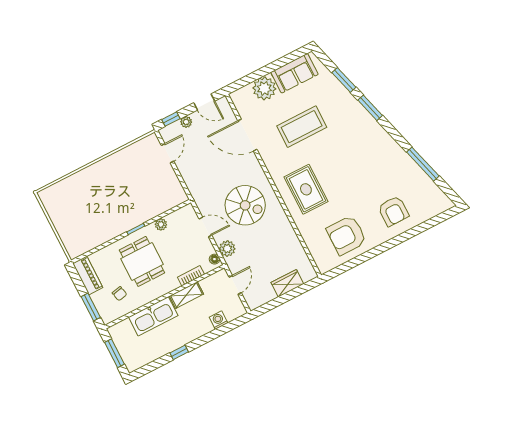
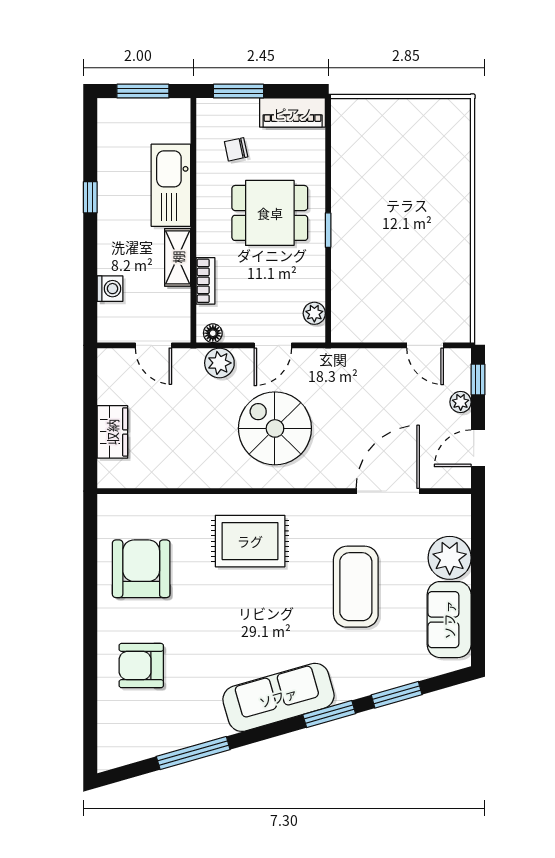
sofa: (375, 137) -> (278, 697), added
spiral stairs: (245, 205) -> (275, 428), turned 90
plant: (161, 224) -> (314, 313), moved

